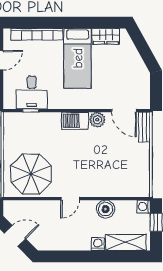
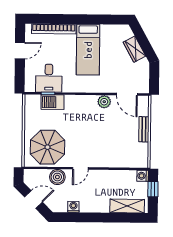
wardrobe: (106, 36) -> (134, 49), moved, turned 61
barbecue: (75, 121) -> (52, 102), moved
bench: (144, 127) -> (144, 129), moved
boiler: (106, 209) -> (57, 177), moved
washing machine: (98, 244) -> (73, 207), moved

